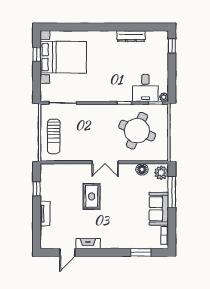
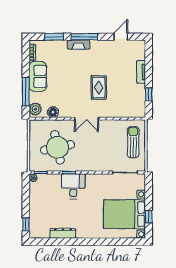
desk: (145, 88) -> (73, 186), moved
round table: (137, 131) -> (57, 147), turned -34
double door: (105, 162) -> (86, 119), swing flipped
fireplace: (88, 244) -> (79, 45), moved
window: (107, 252) -> (84, 37), added

